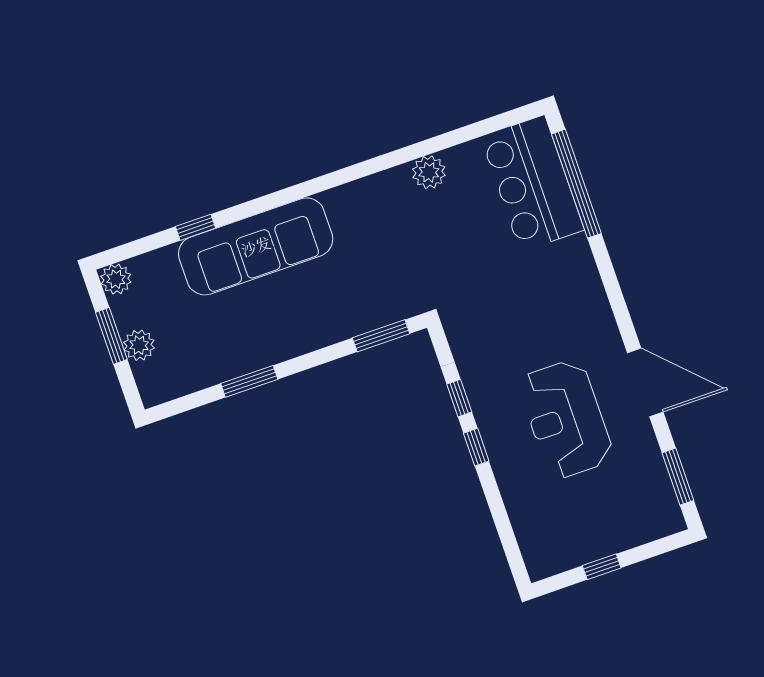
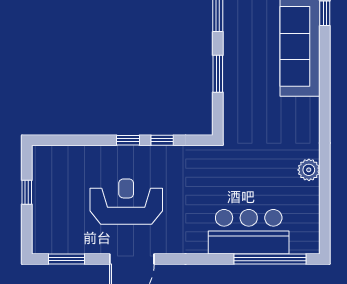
bar counter: (532, 183) -> (249, 232), moved
window: (381, 336) -> (218, 74), moved

